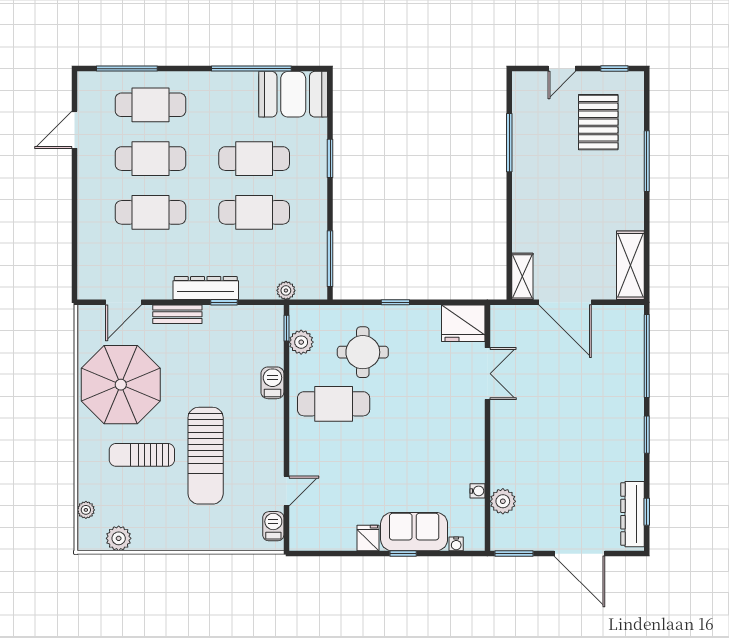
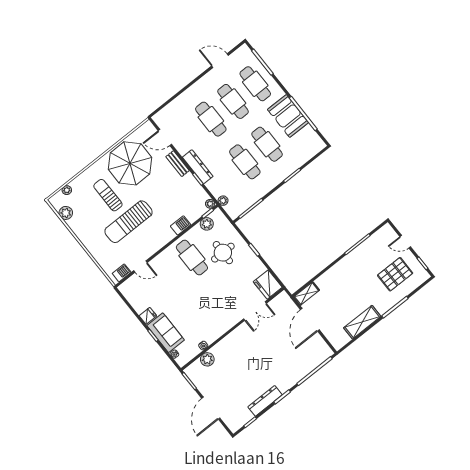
booth: (293, 94) -> (288, 116), moved
shelving: (630, 265) -> (362, 322), moved
plant: (275, 314) -> (210, 204), added
dresser: (633, 514) -> (265, 401), moved

